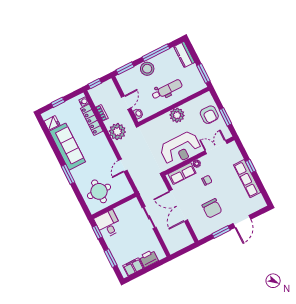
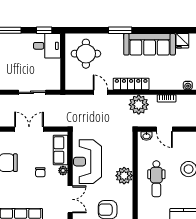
locker: (92, 120) -> (131, 84), moved
double door: (178, 206) -> (29, 129), width x0.73

